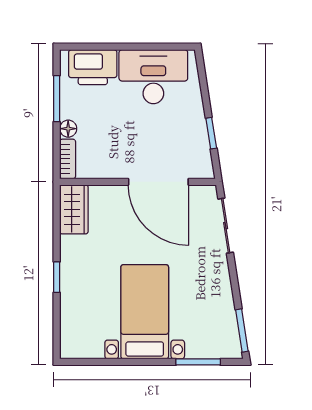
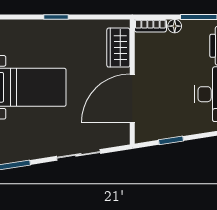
wardrobe: (74, 209) -> (118, 48), moved, turned 90
sliding door: (226, 226) -> (78, 155), moved

